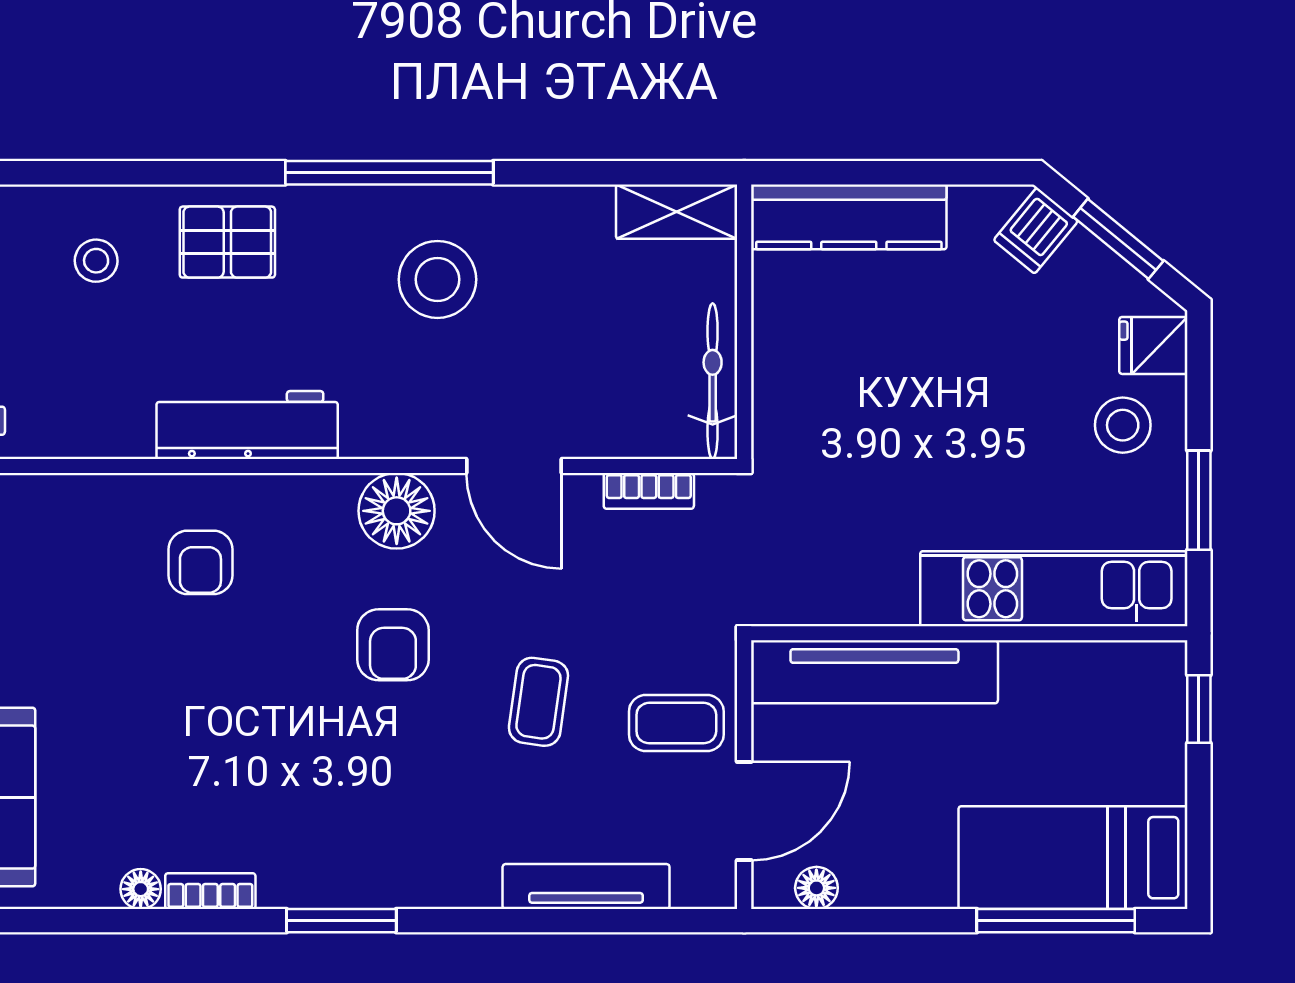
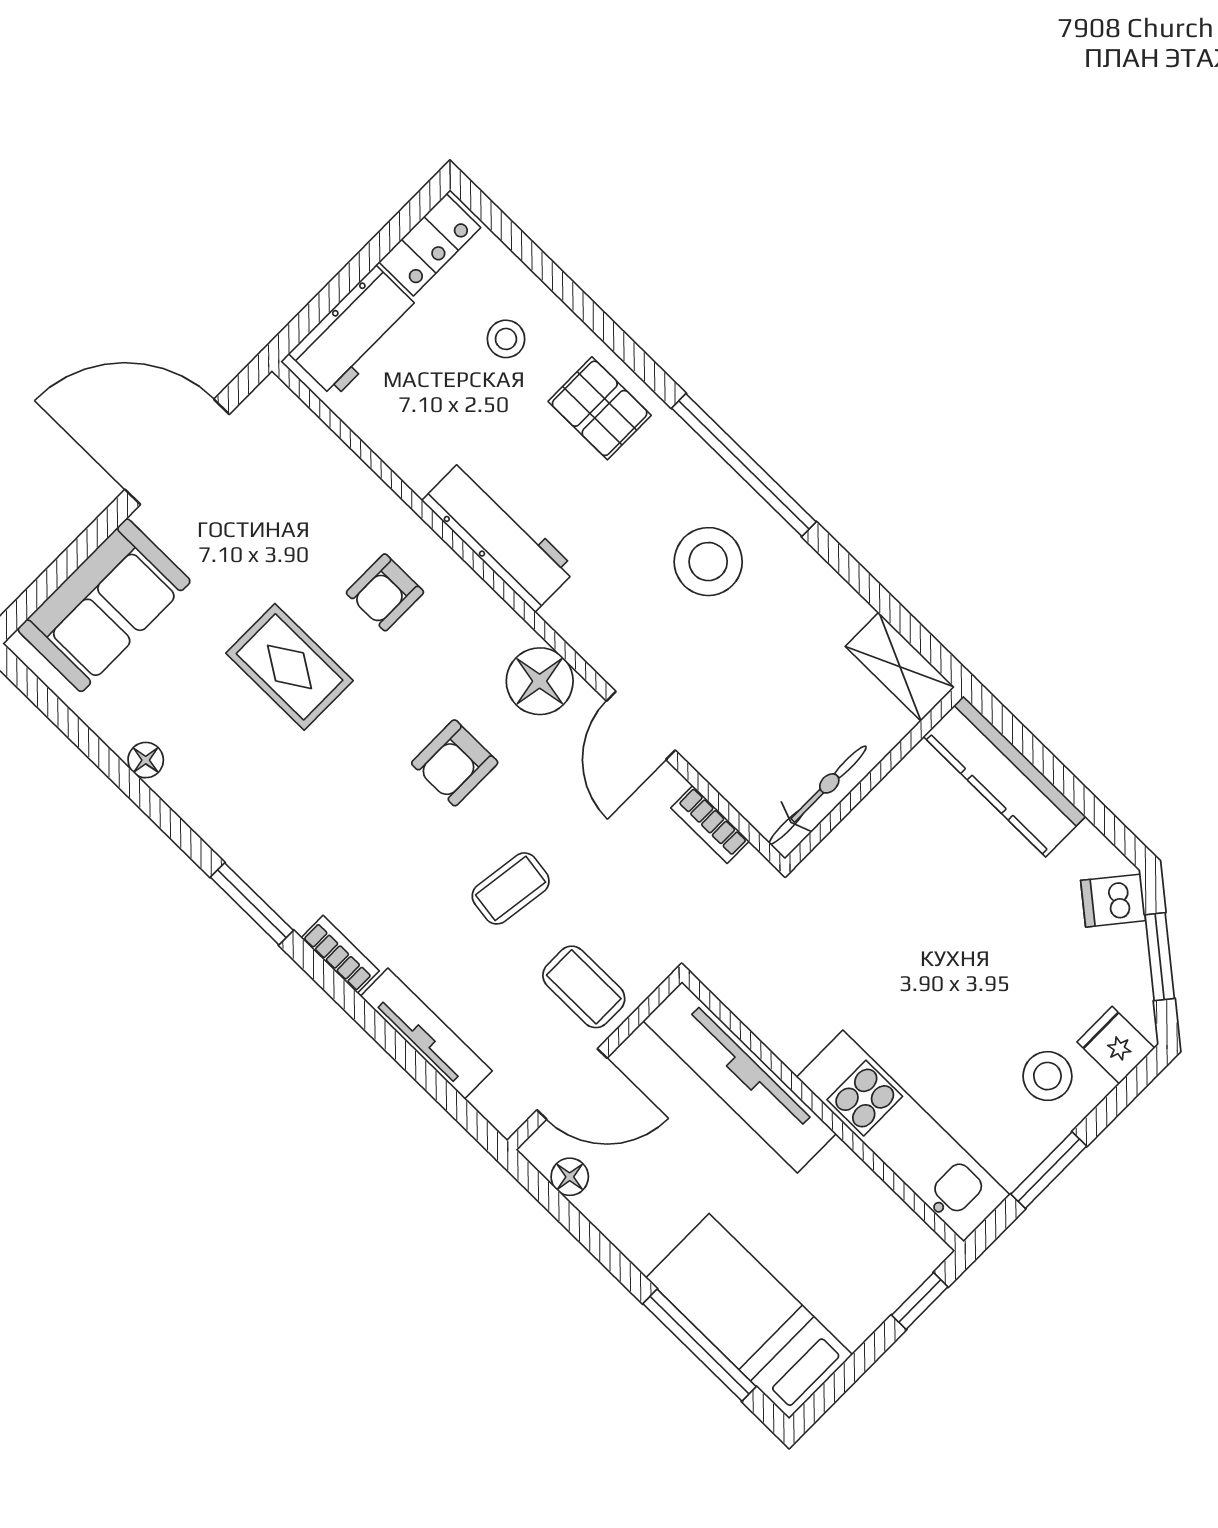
rug: (183, 699) -> (290, 667), added
bookcase: (210, 891) -> (340, 954), moved

